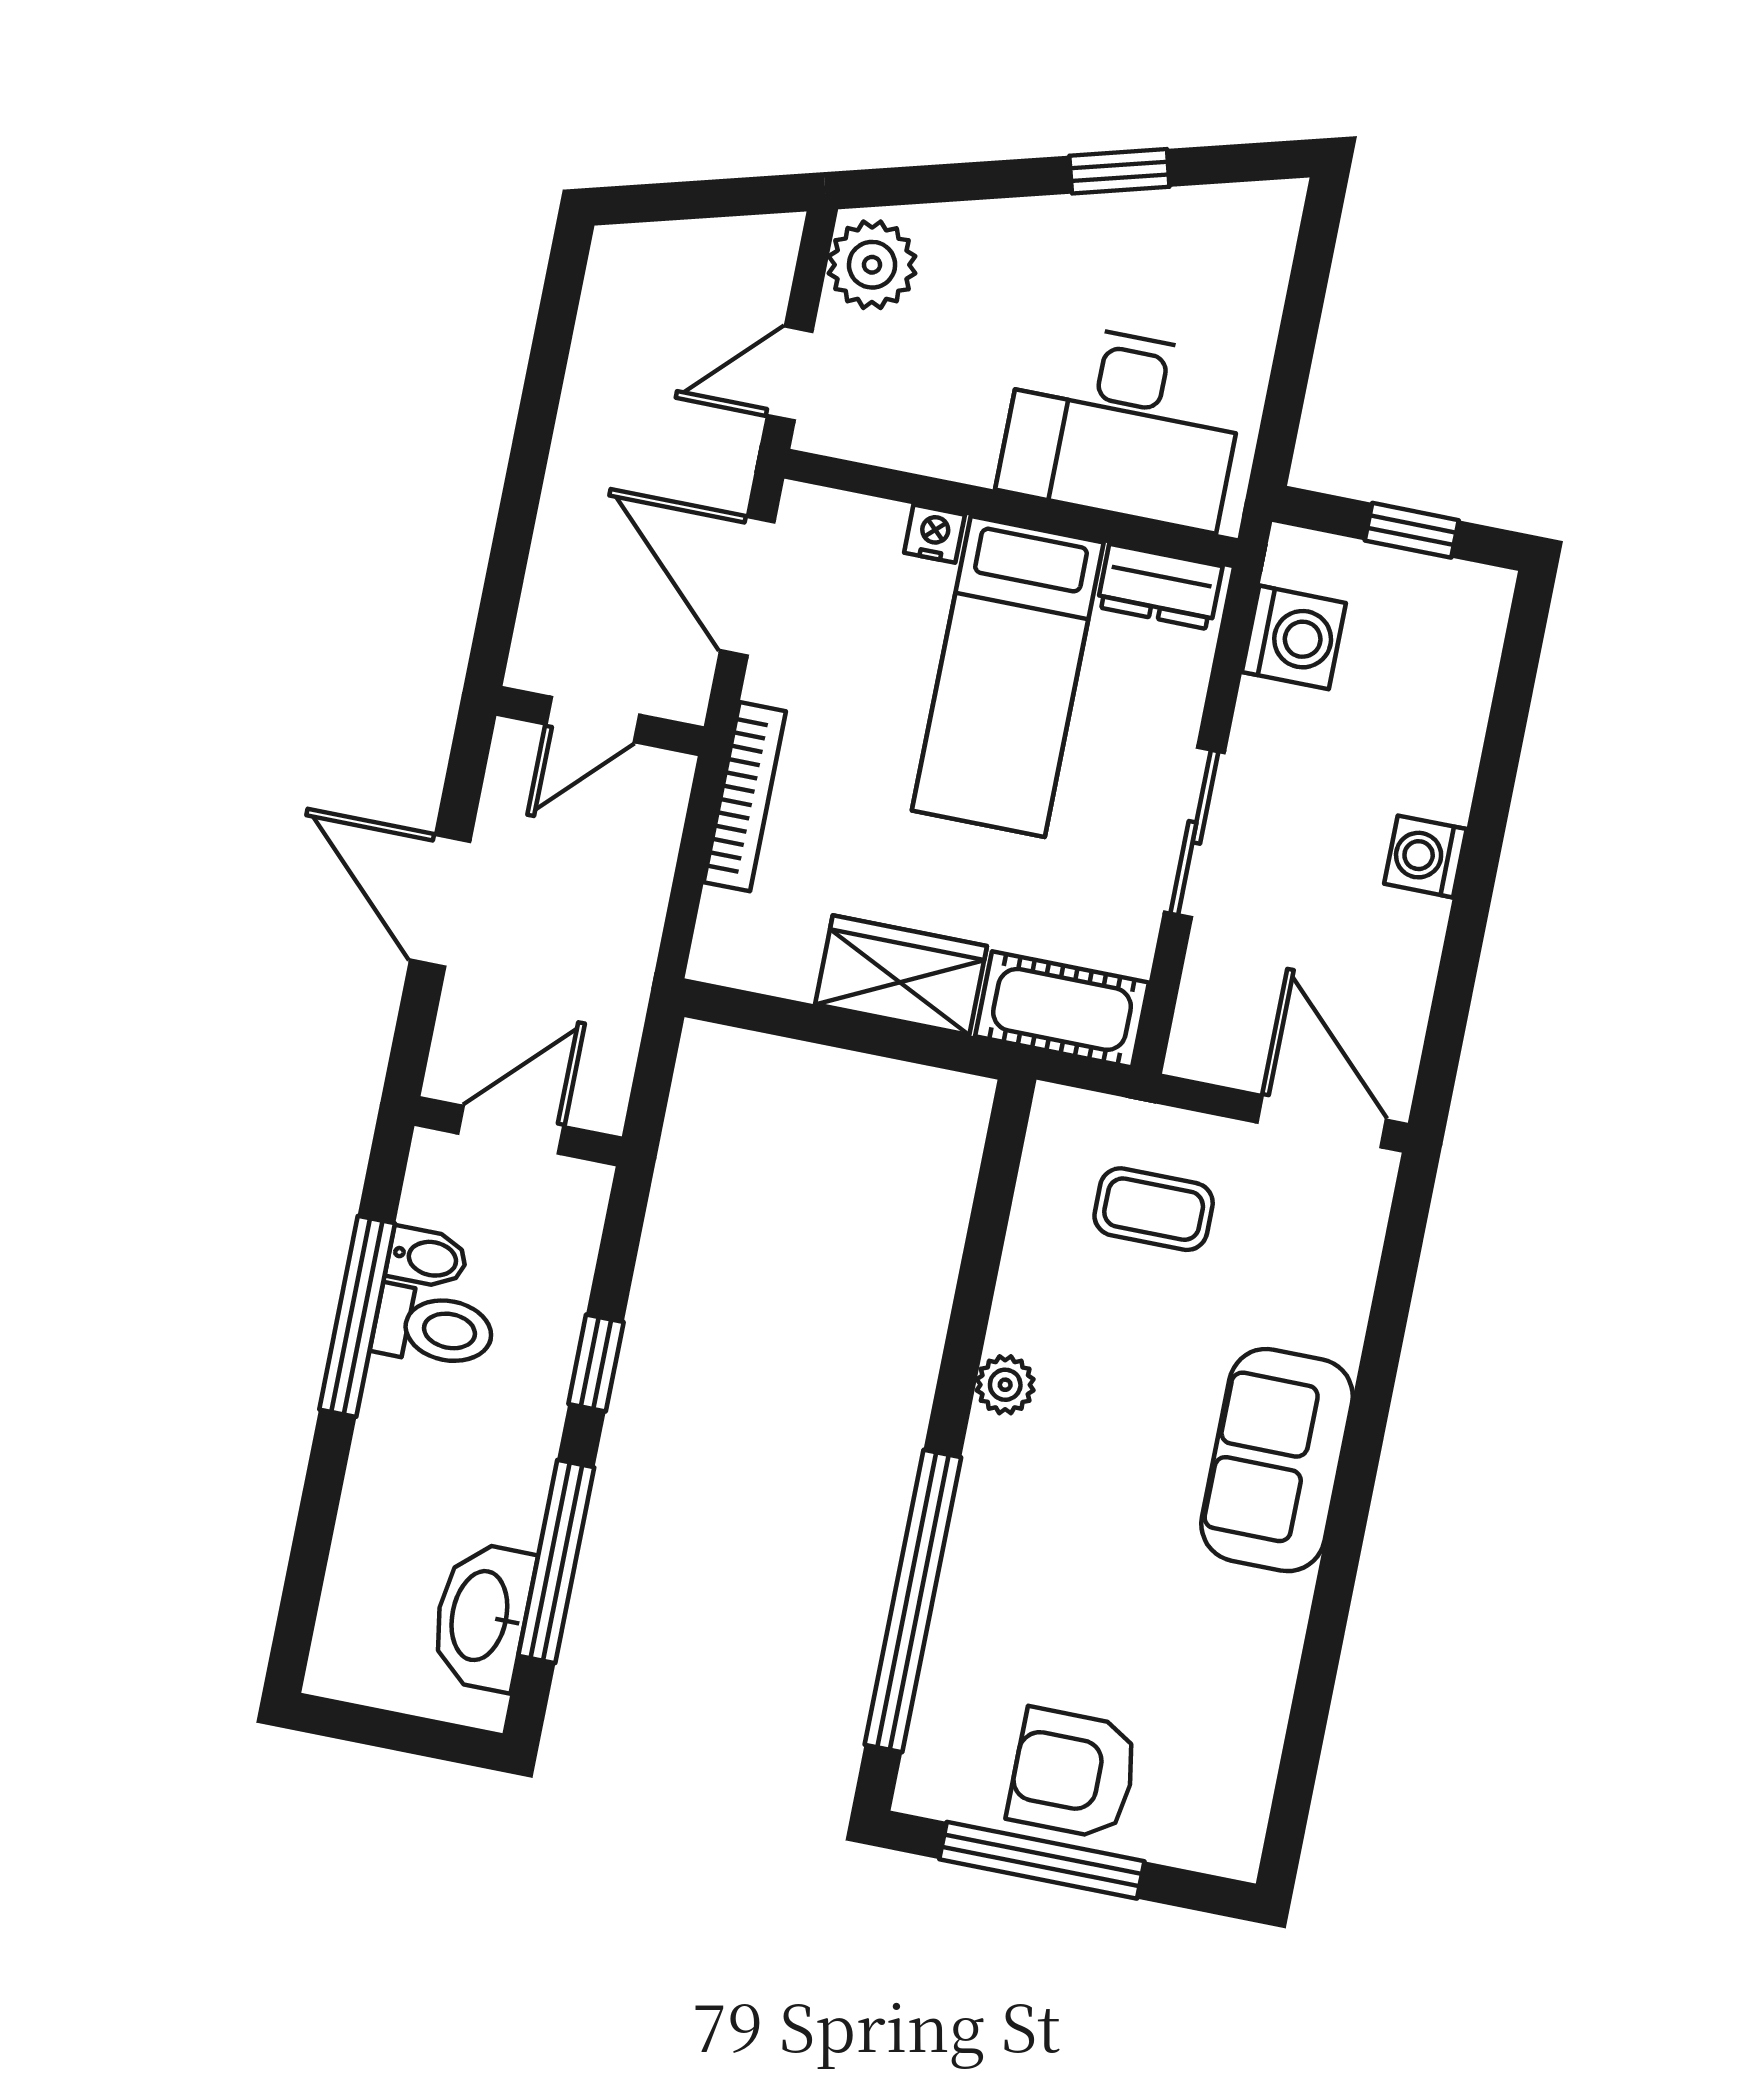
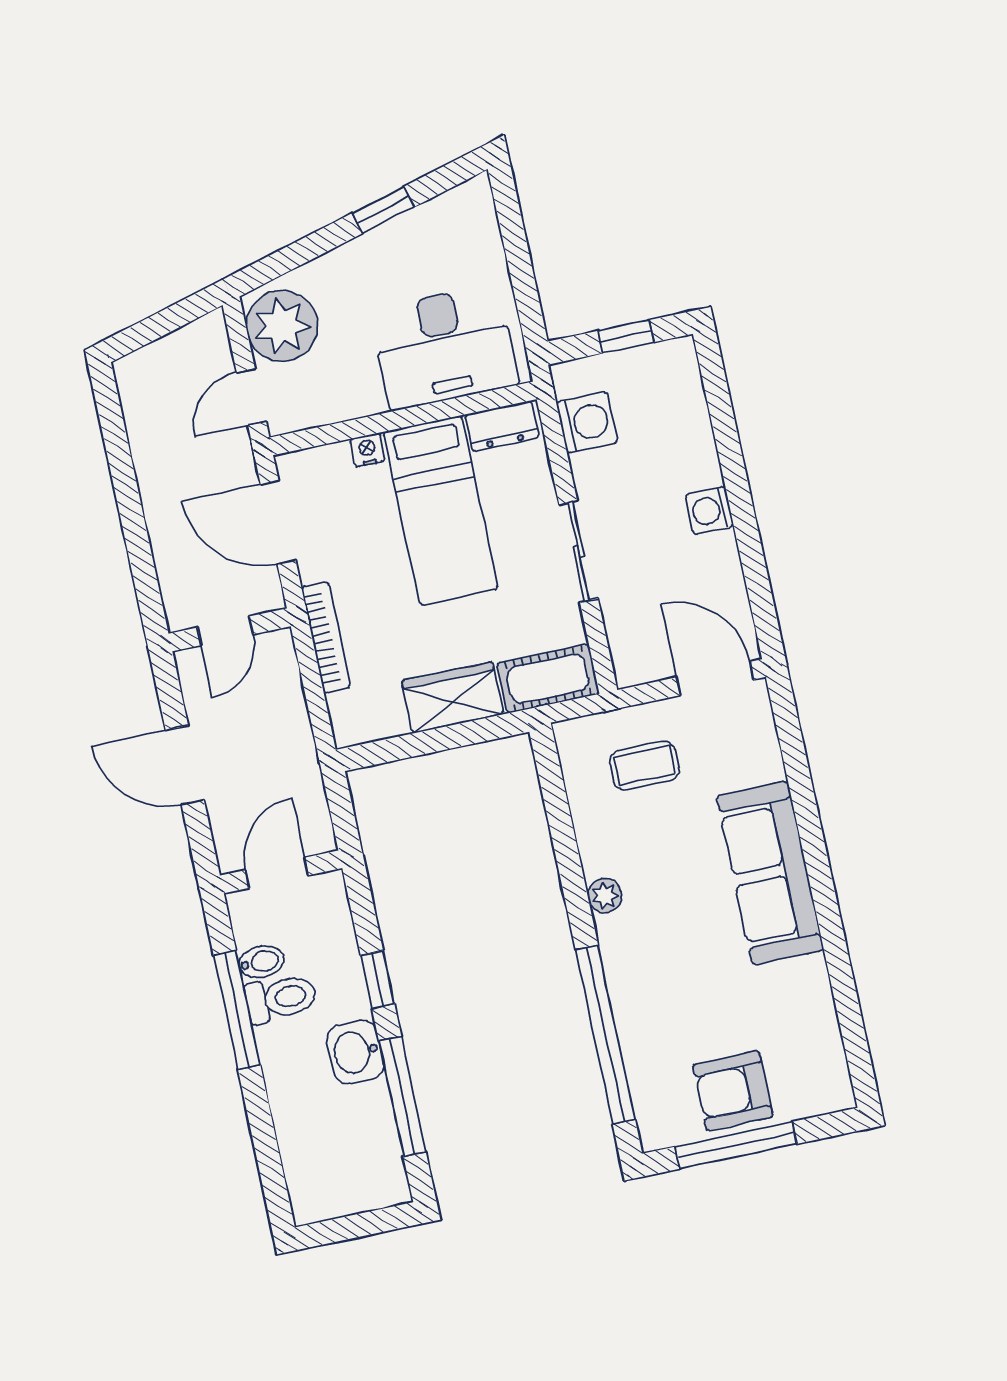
plant: (872, 265) -> (282, 326), width x1.36, depth x1.36
sofa: (1277, 1460) -> (770, 873), width x1.36
washbasin: (482, 1616) -> (355, 1052), moved, width x0.72

